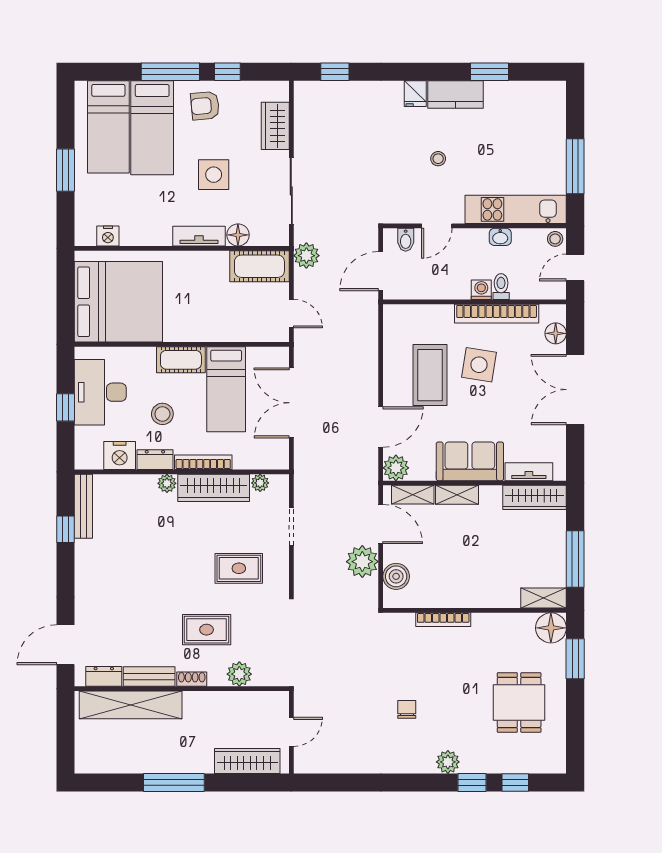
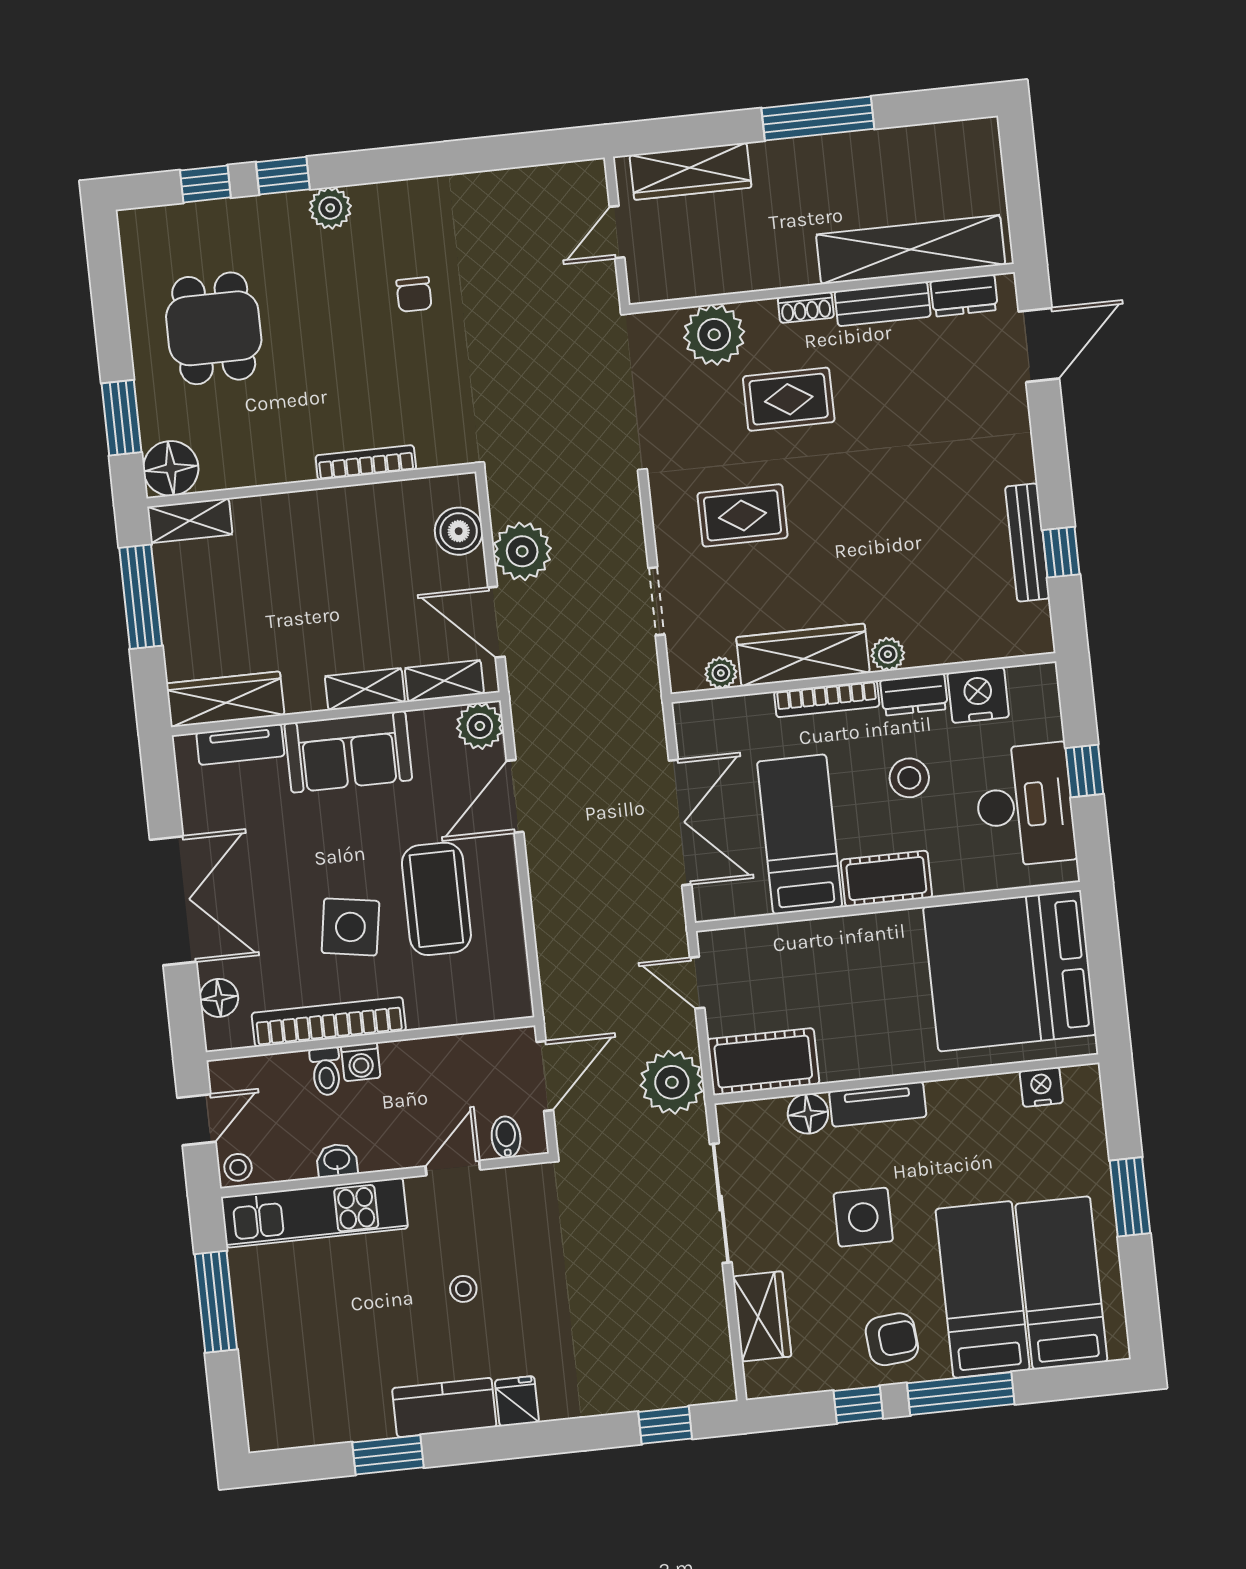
plant: (306, 256) -> (672, 1082), width x1.36, depth x1.36
bench: (83, 506) -> (1027, 543), moved
plant: (239, 674) -> (714, 335), width x1.36, depth x1.36

